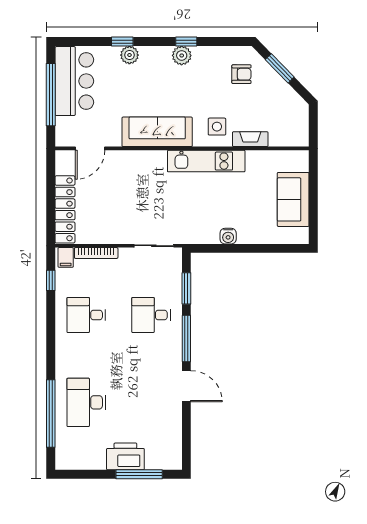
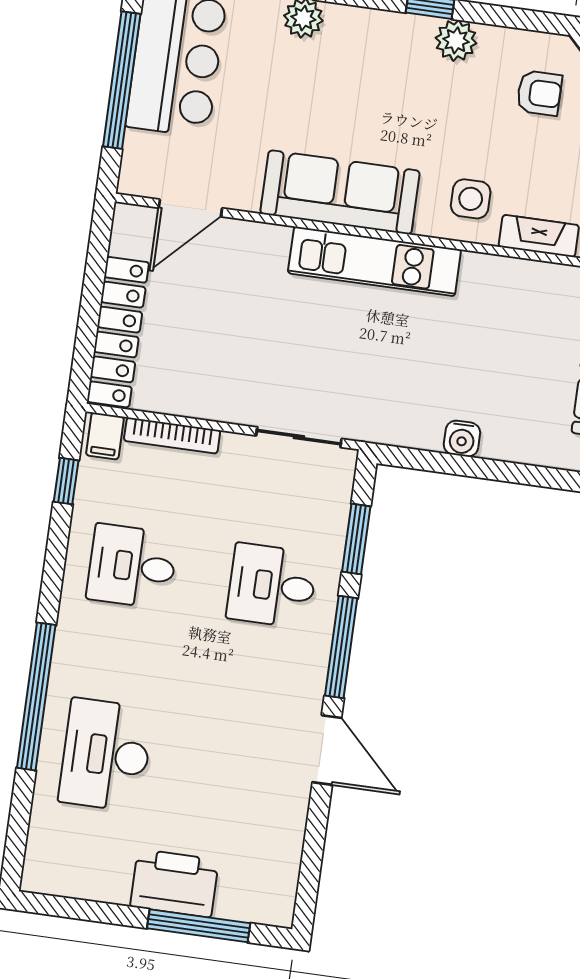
plant: (182, 55) -> (456, 40), moved
kitchen unit: (206, 161) -> (374, 261), moved
window: (51, 414) -> (36, 696), moved

